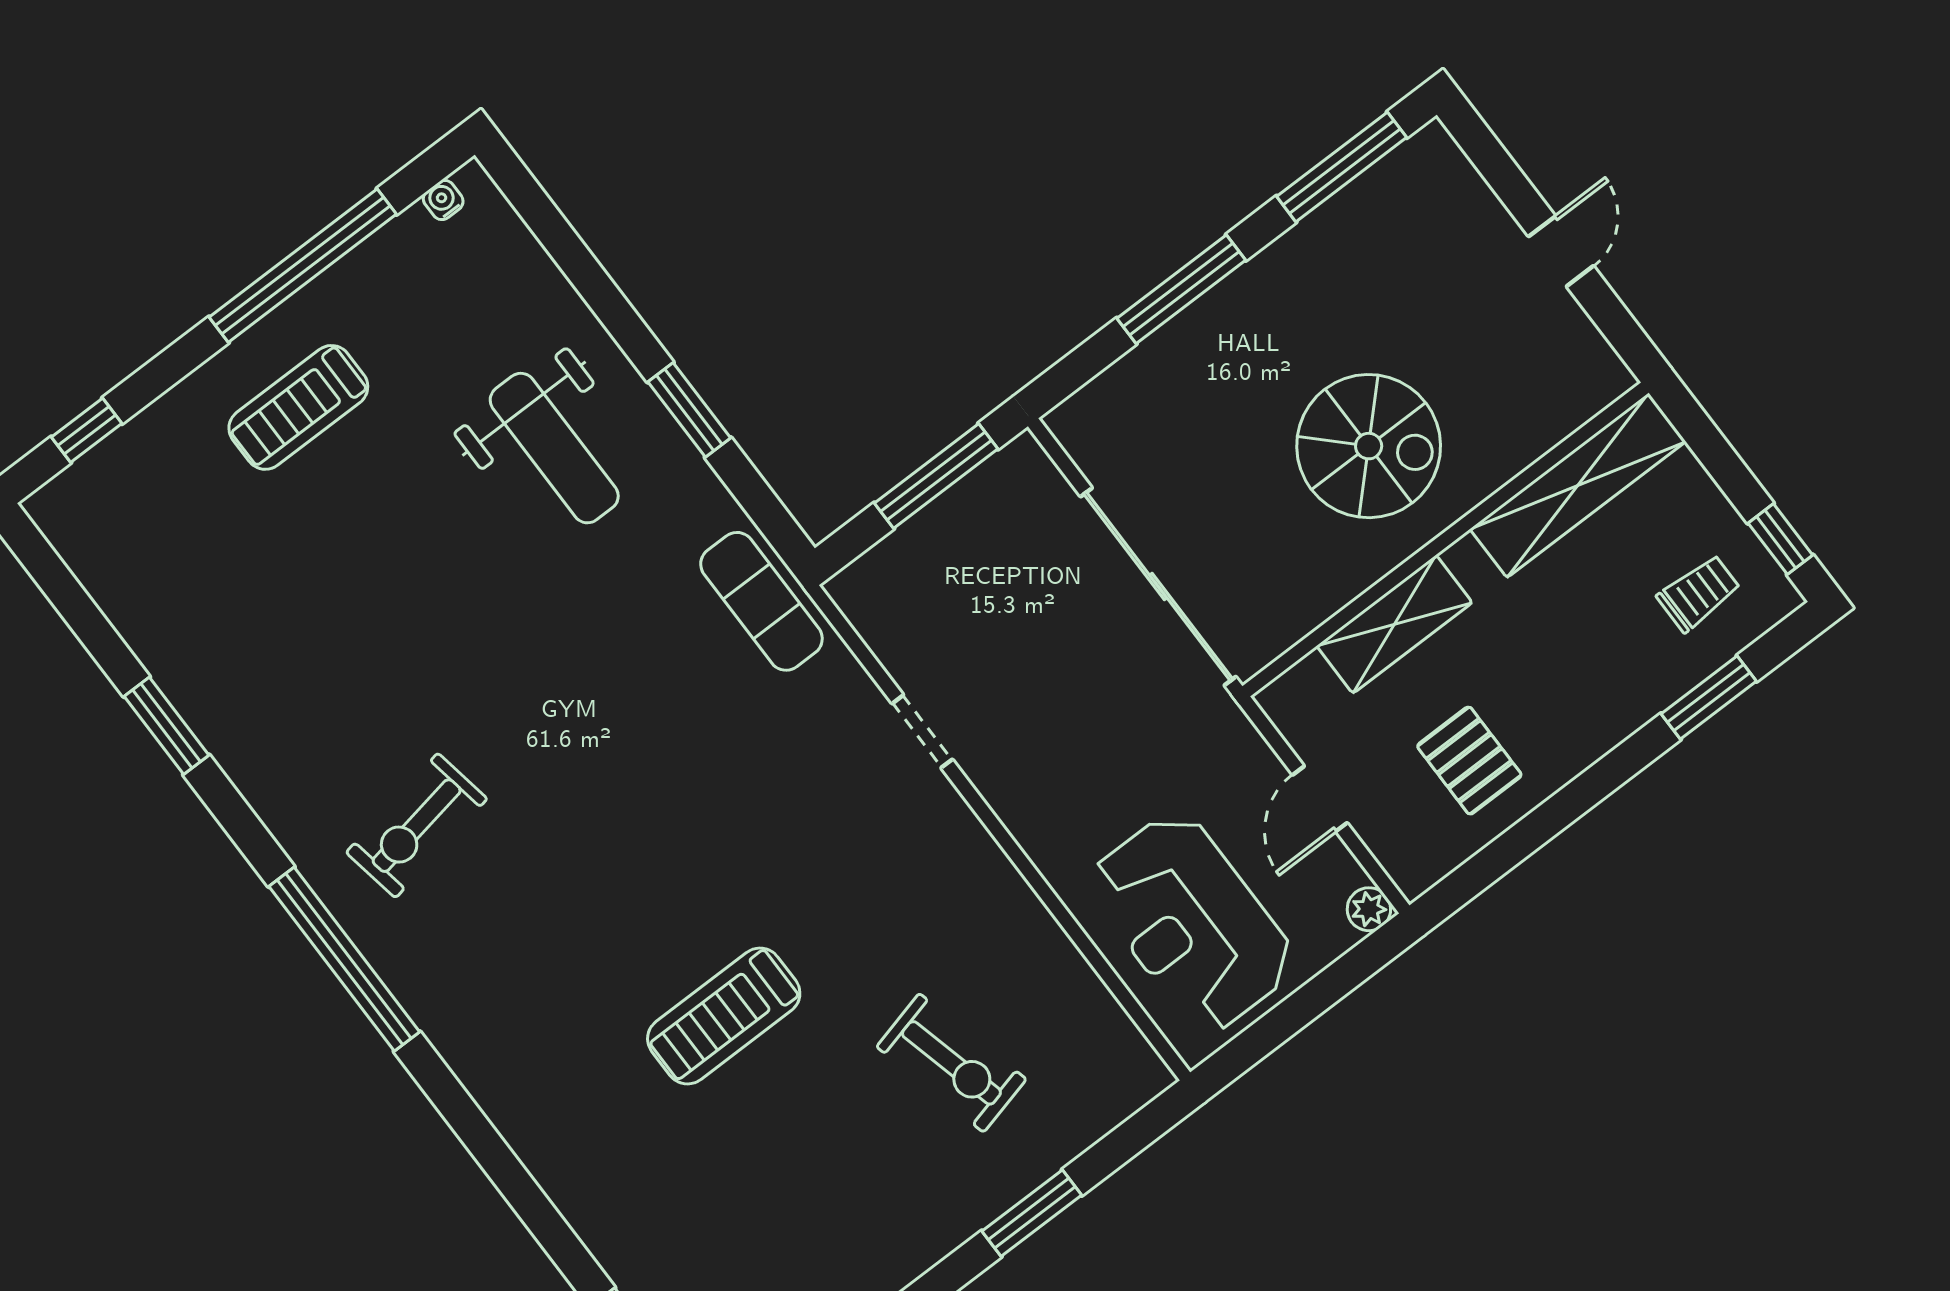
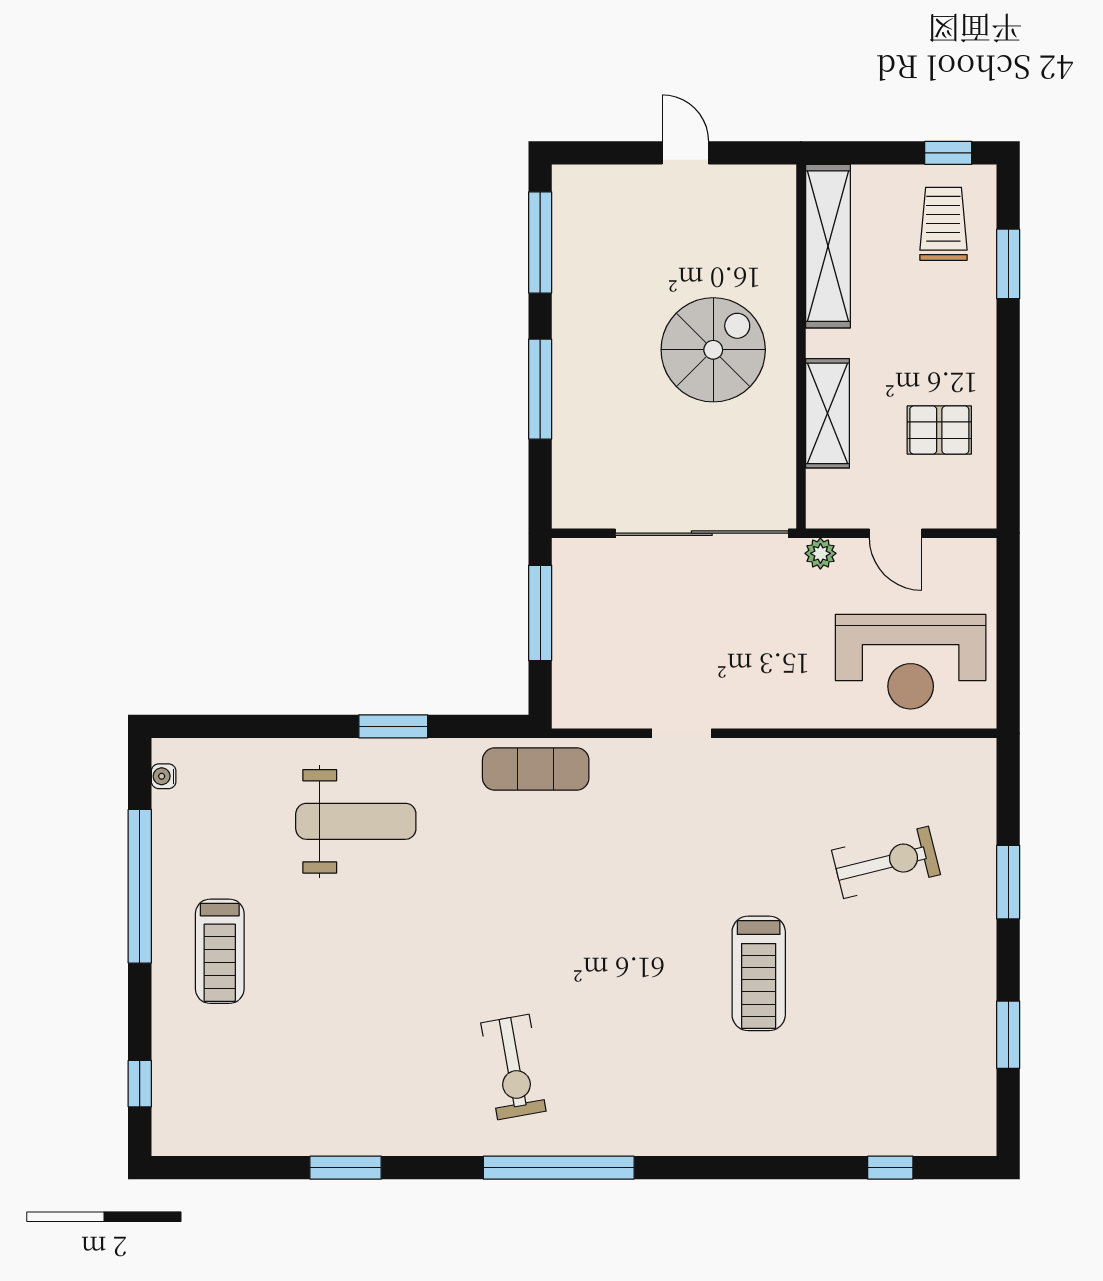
trolley: (1699, 593) -> (943, 224), width x1.36, depth x1.39
plant: (1369, 909) -> (820, 553), moved

